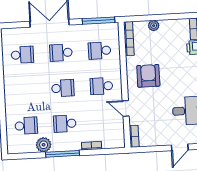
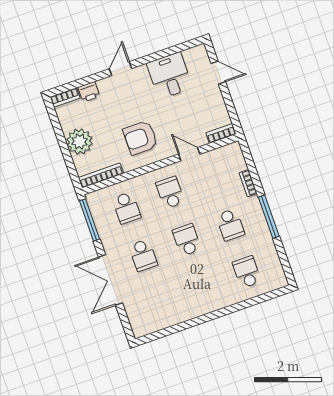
plant: (154, 26) -> (80, 142), width x1.87, depth x1.87
school desk: (22, 55) -> (160, 302), removed
school desk: (101, 86) -> (170, 193), turned 180
door: (126, 108) -> (189, 154), swing flipped
plant: (44, 145) -> (264, 243), removed

